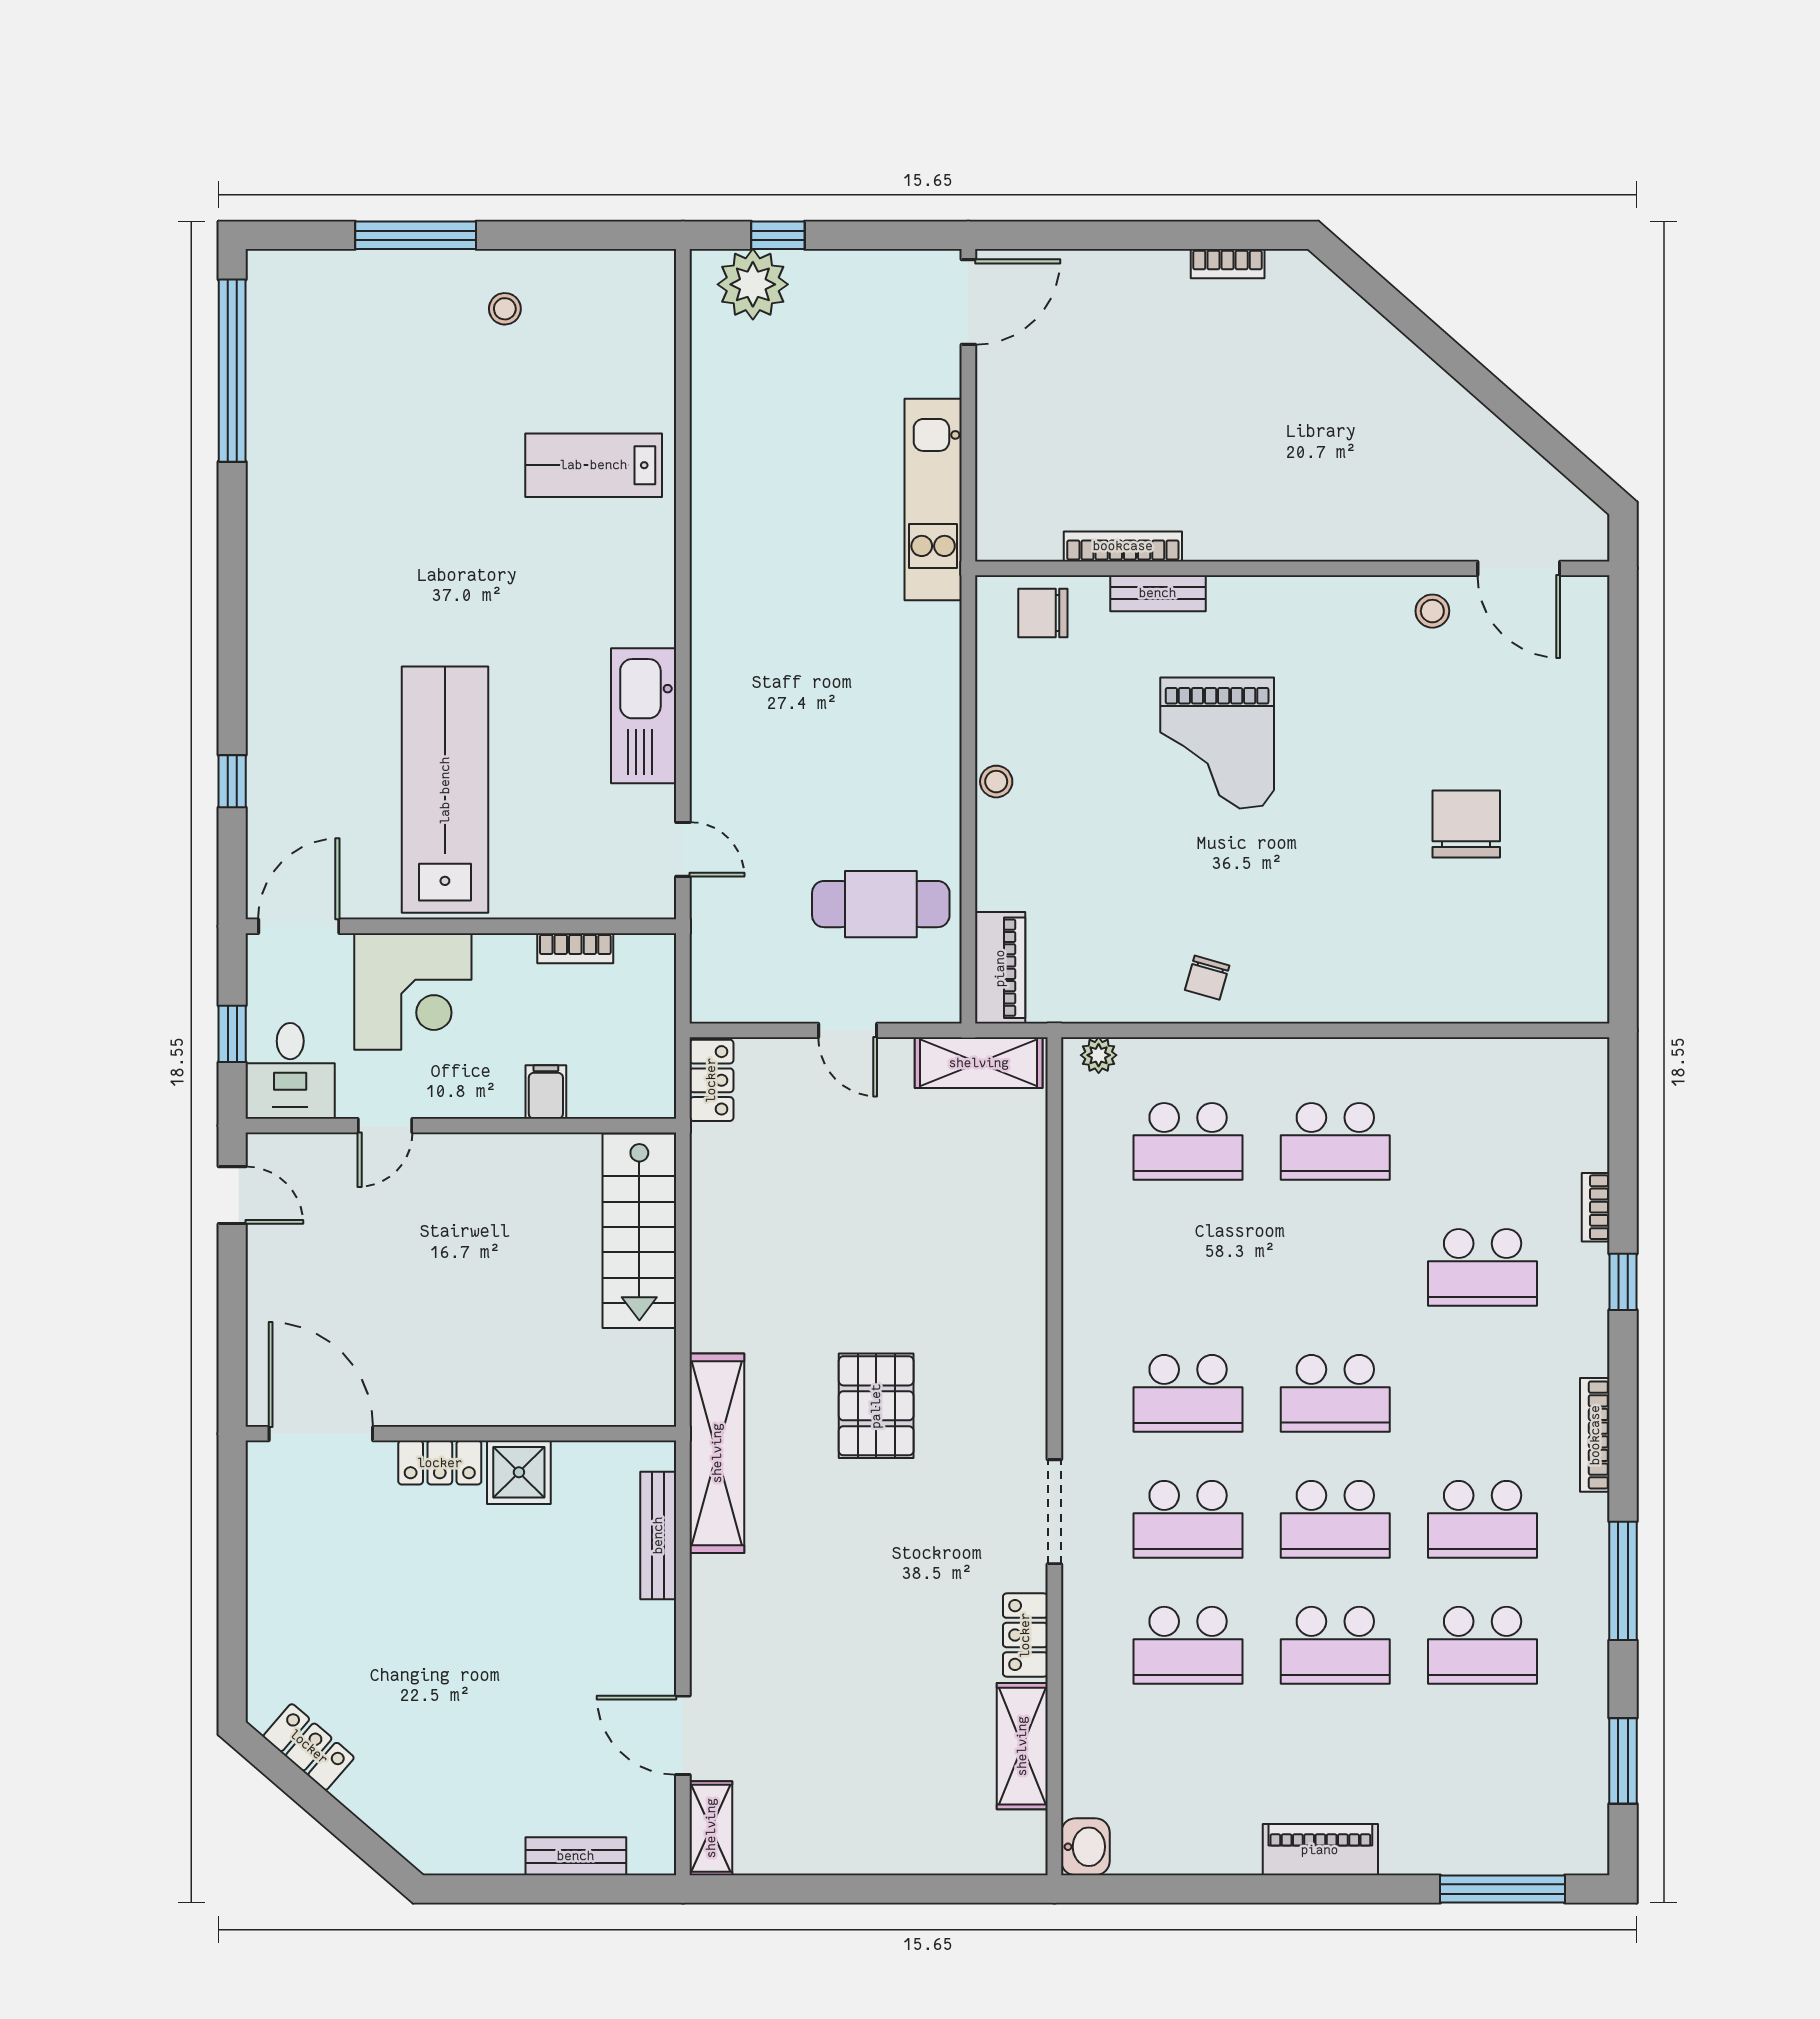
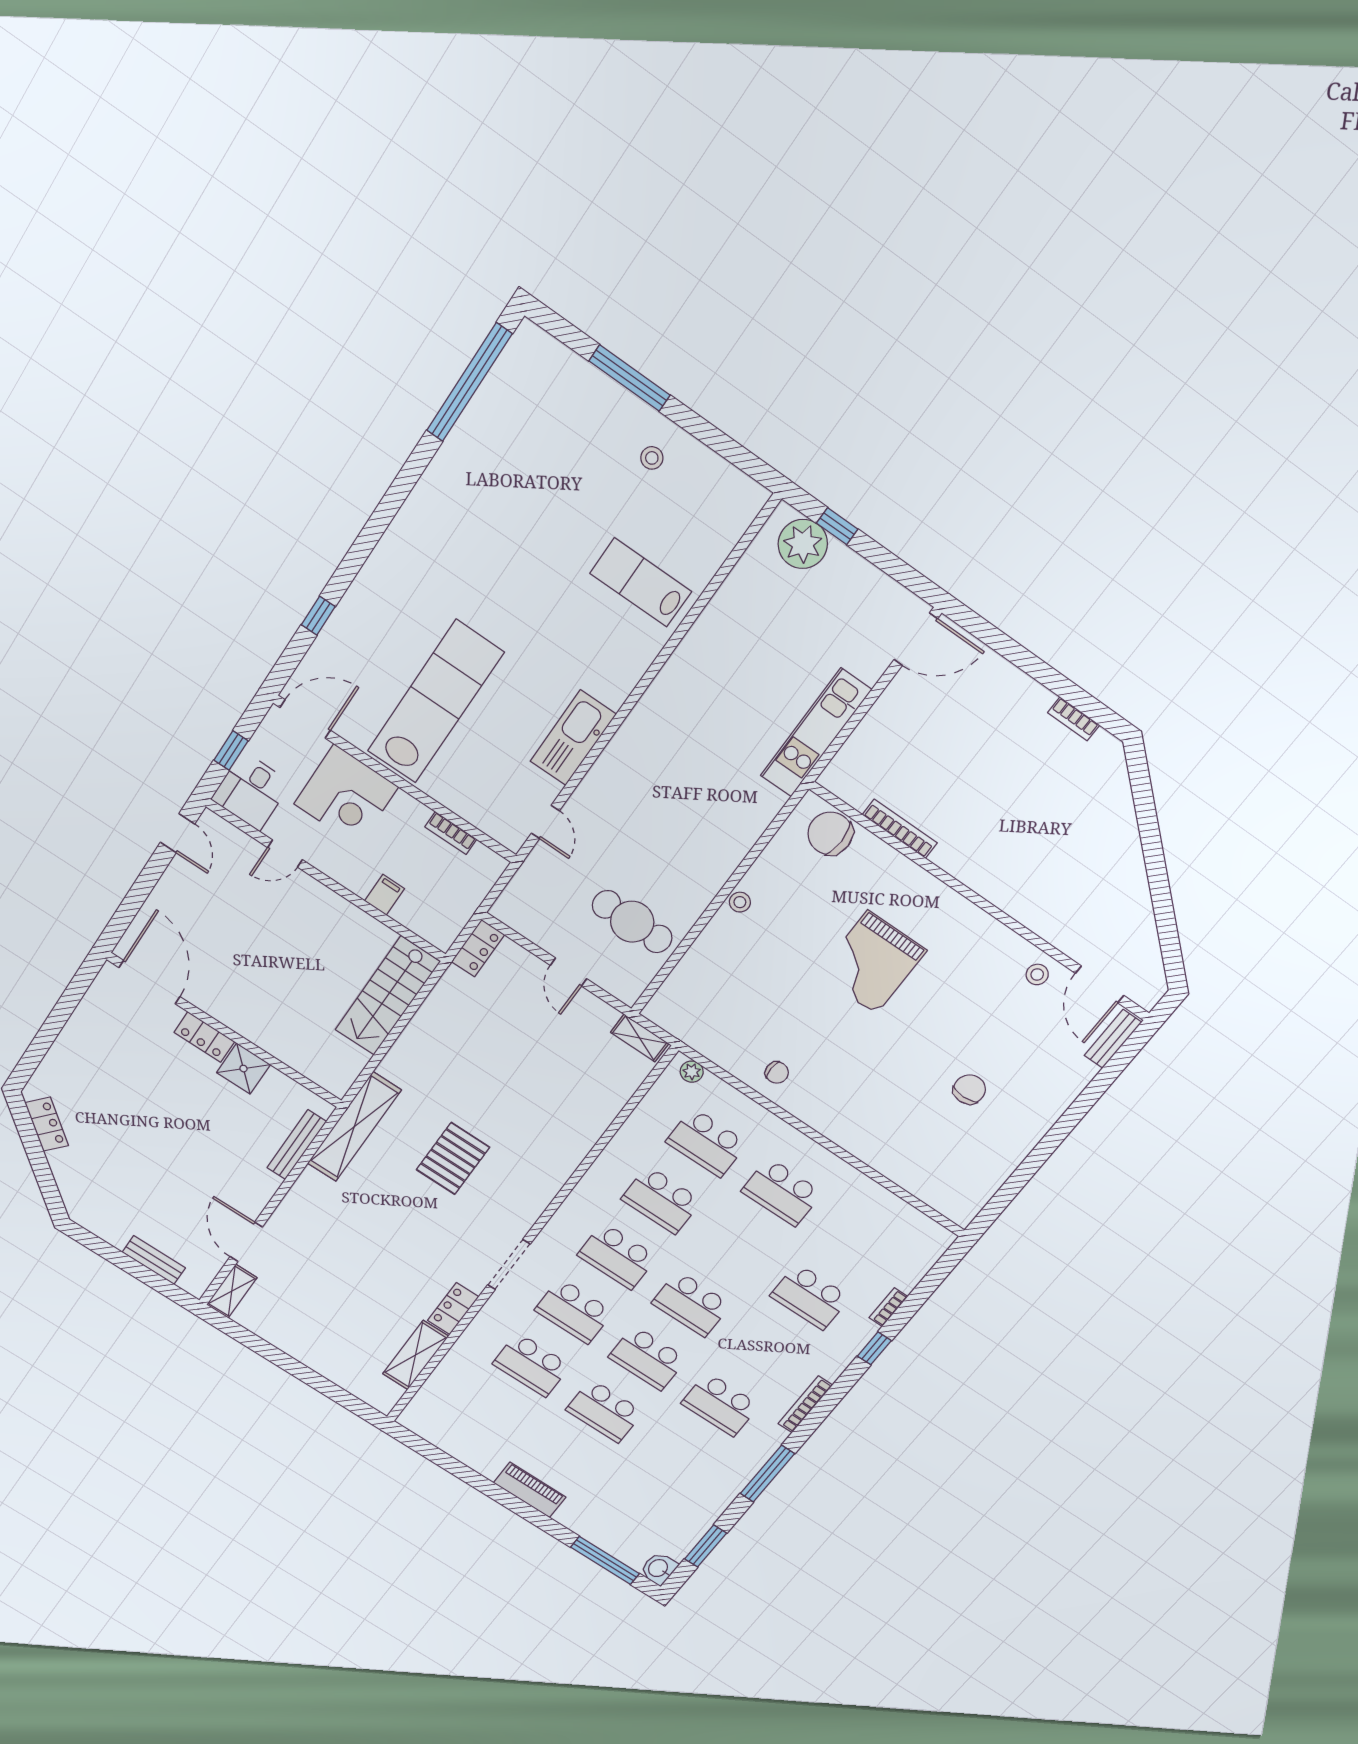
bench: (1158, 593) -> (1113, 1039), moved, turned 90
chair: (1043, 613) -> (830, 833), width x1.37, depth x1.37
chair: (1466, 824) -> (969, 1089), width x0.73, depth x0.73
piano: (1000, 968) -> (672, 995), removed
chair: (1207, 978) -> (777, 1073), turned -106
shelving: (979, 1063) -> (640, 1038), width x0.67, depth x0.75
school desk: (1483, 1645) -> (661, 1200), moved
washbasin: (1085, 1847) -> (659, 1568), moved, turned 180

